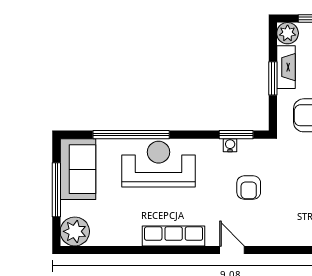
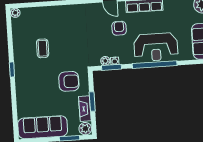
window: (131, 135) -> (155, 65), moved
plant: (246, 146) -> (105, 61), added
armchair: (249, 188) -> (119, 28), moved

